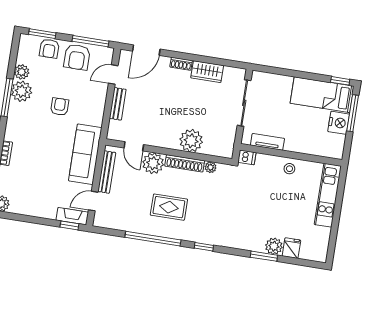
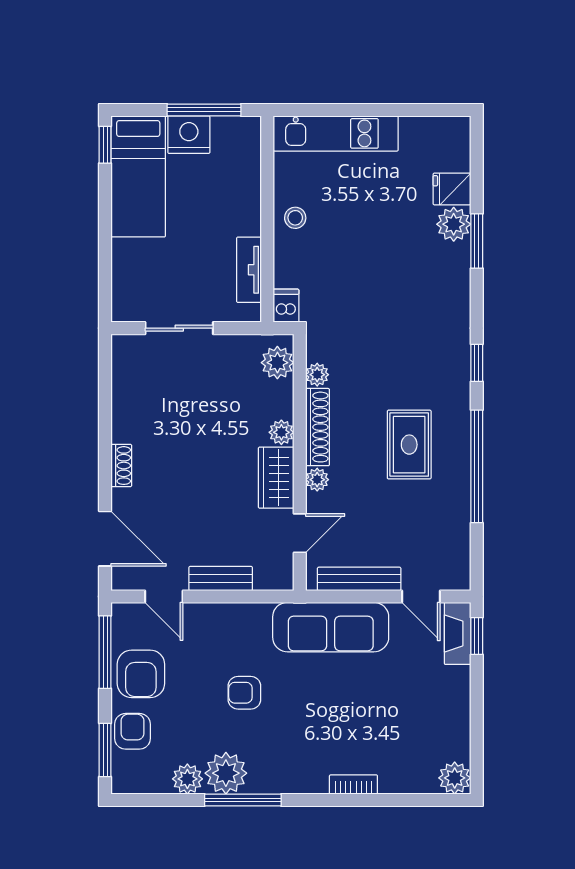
armchair: (49, 49) -> (133, 731), turned -90
armchair: (77, 57) -> (141, 674), turned 90
wardrobe: (207, 72) -> (276, 478), moved, turned 180
sliding door: (244, 103) -> (179, 328), width x0.73
window: (353, 113) -> (204, 110), moved
plant: (191, 141) -> (281, 432), width x0.53, depth x0.53
plant: (220, 149) -> (277, 363), added
plant: (153, 163) -> (317, 480), width x0.53, depth x0.53

